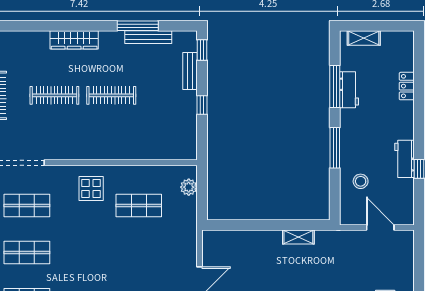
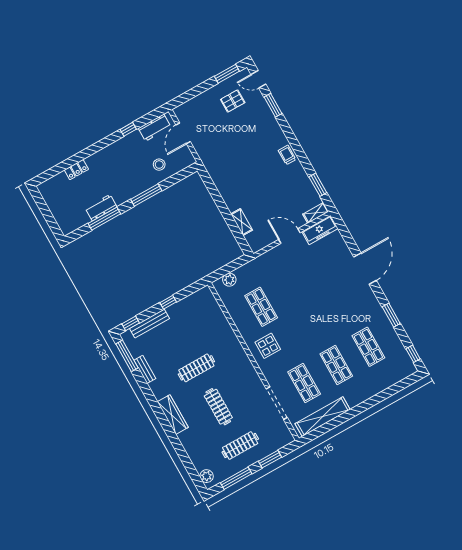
window: (138, 26) -> (127, 356), moved
bench: (148, 37) -> (145, 369), width x0.73
shelving: (364, 38) -> (60, 218), removed
bench: (190, 71) -> (150, 323), width x1.36
clothes rail: (111, 95) -> (196, 368), turned 90
workbench: (405, 159) -> (155, 128), moved
shelving: (298, 237) -> (242, 222), moved

